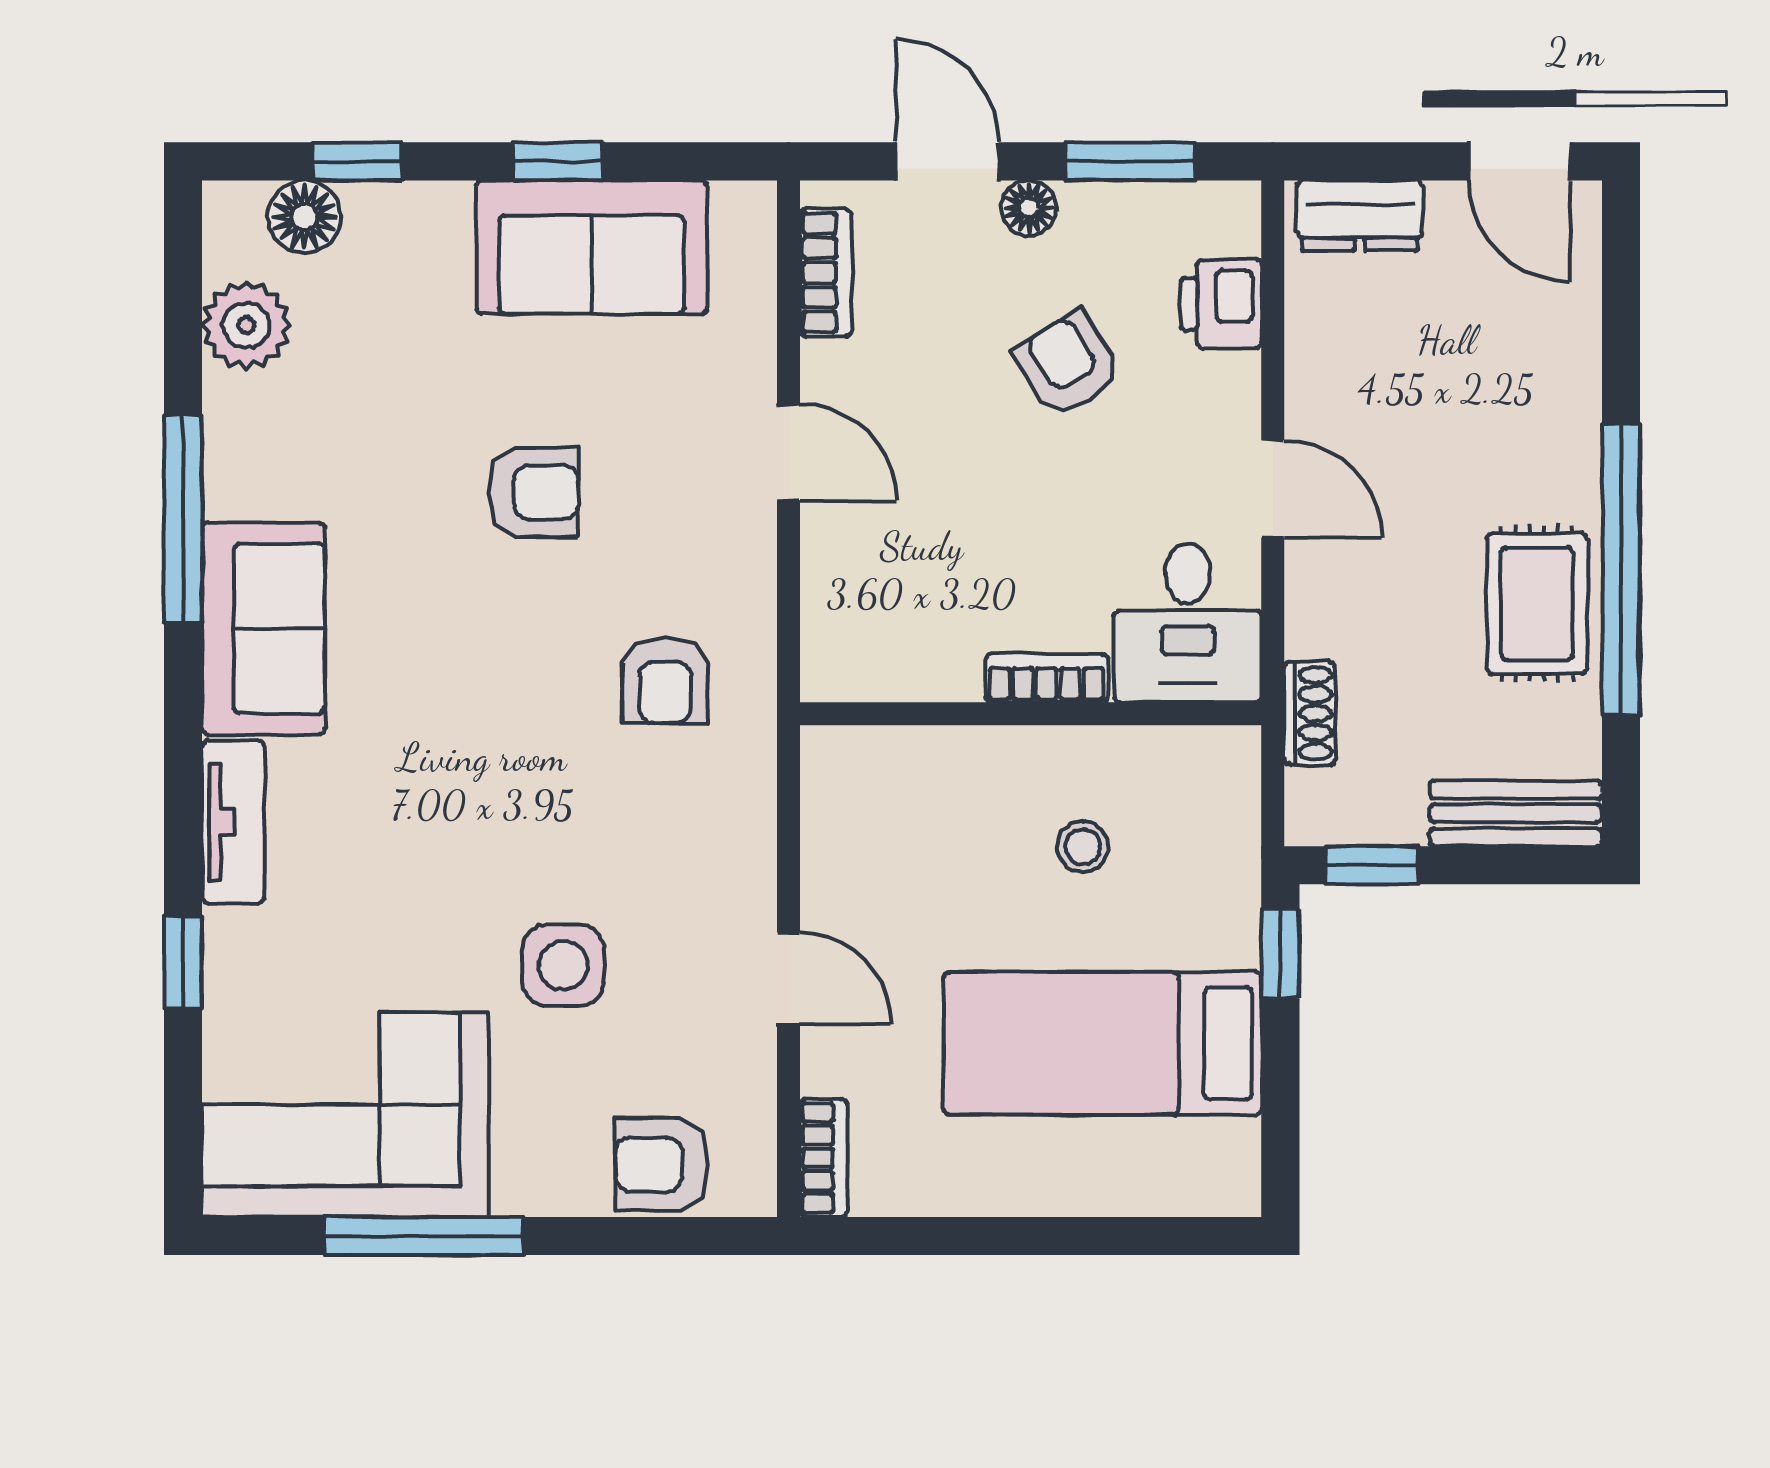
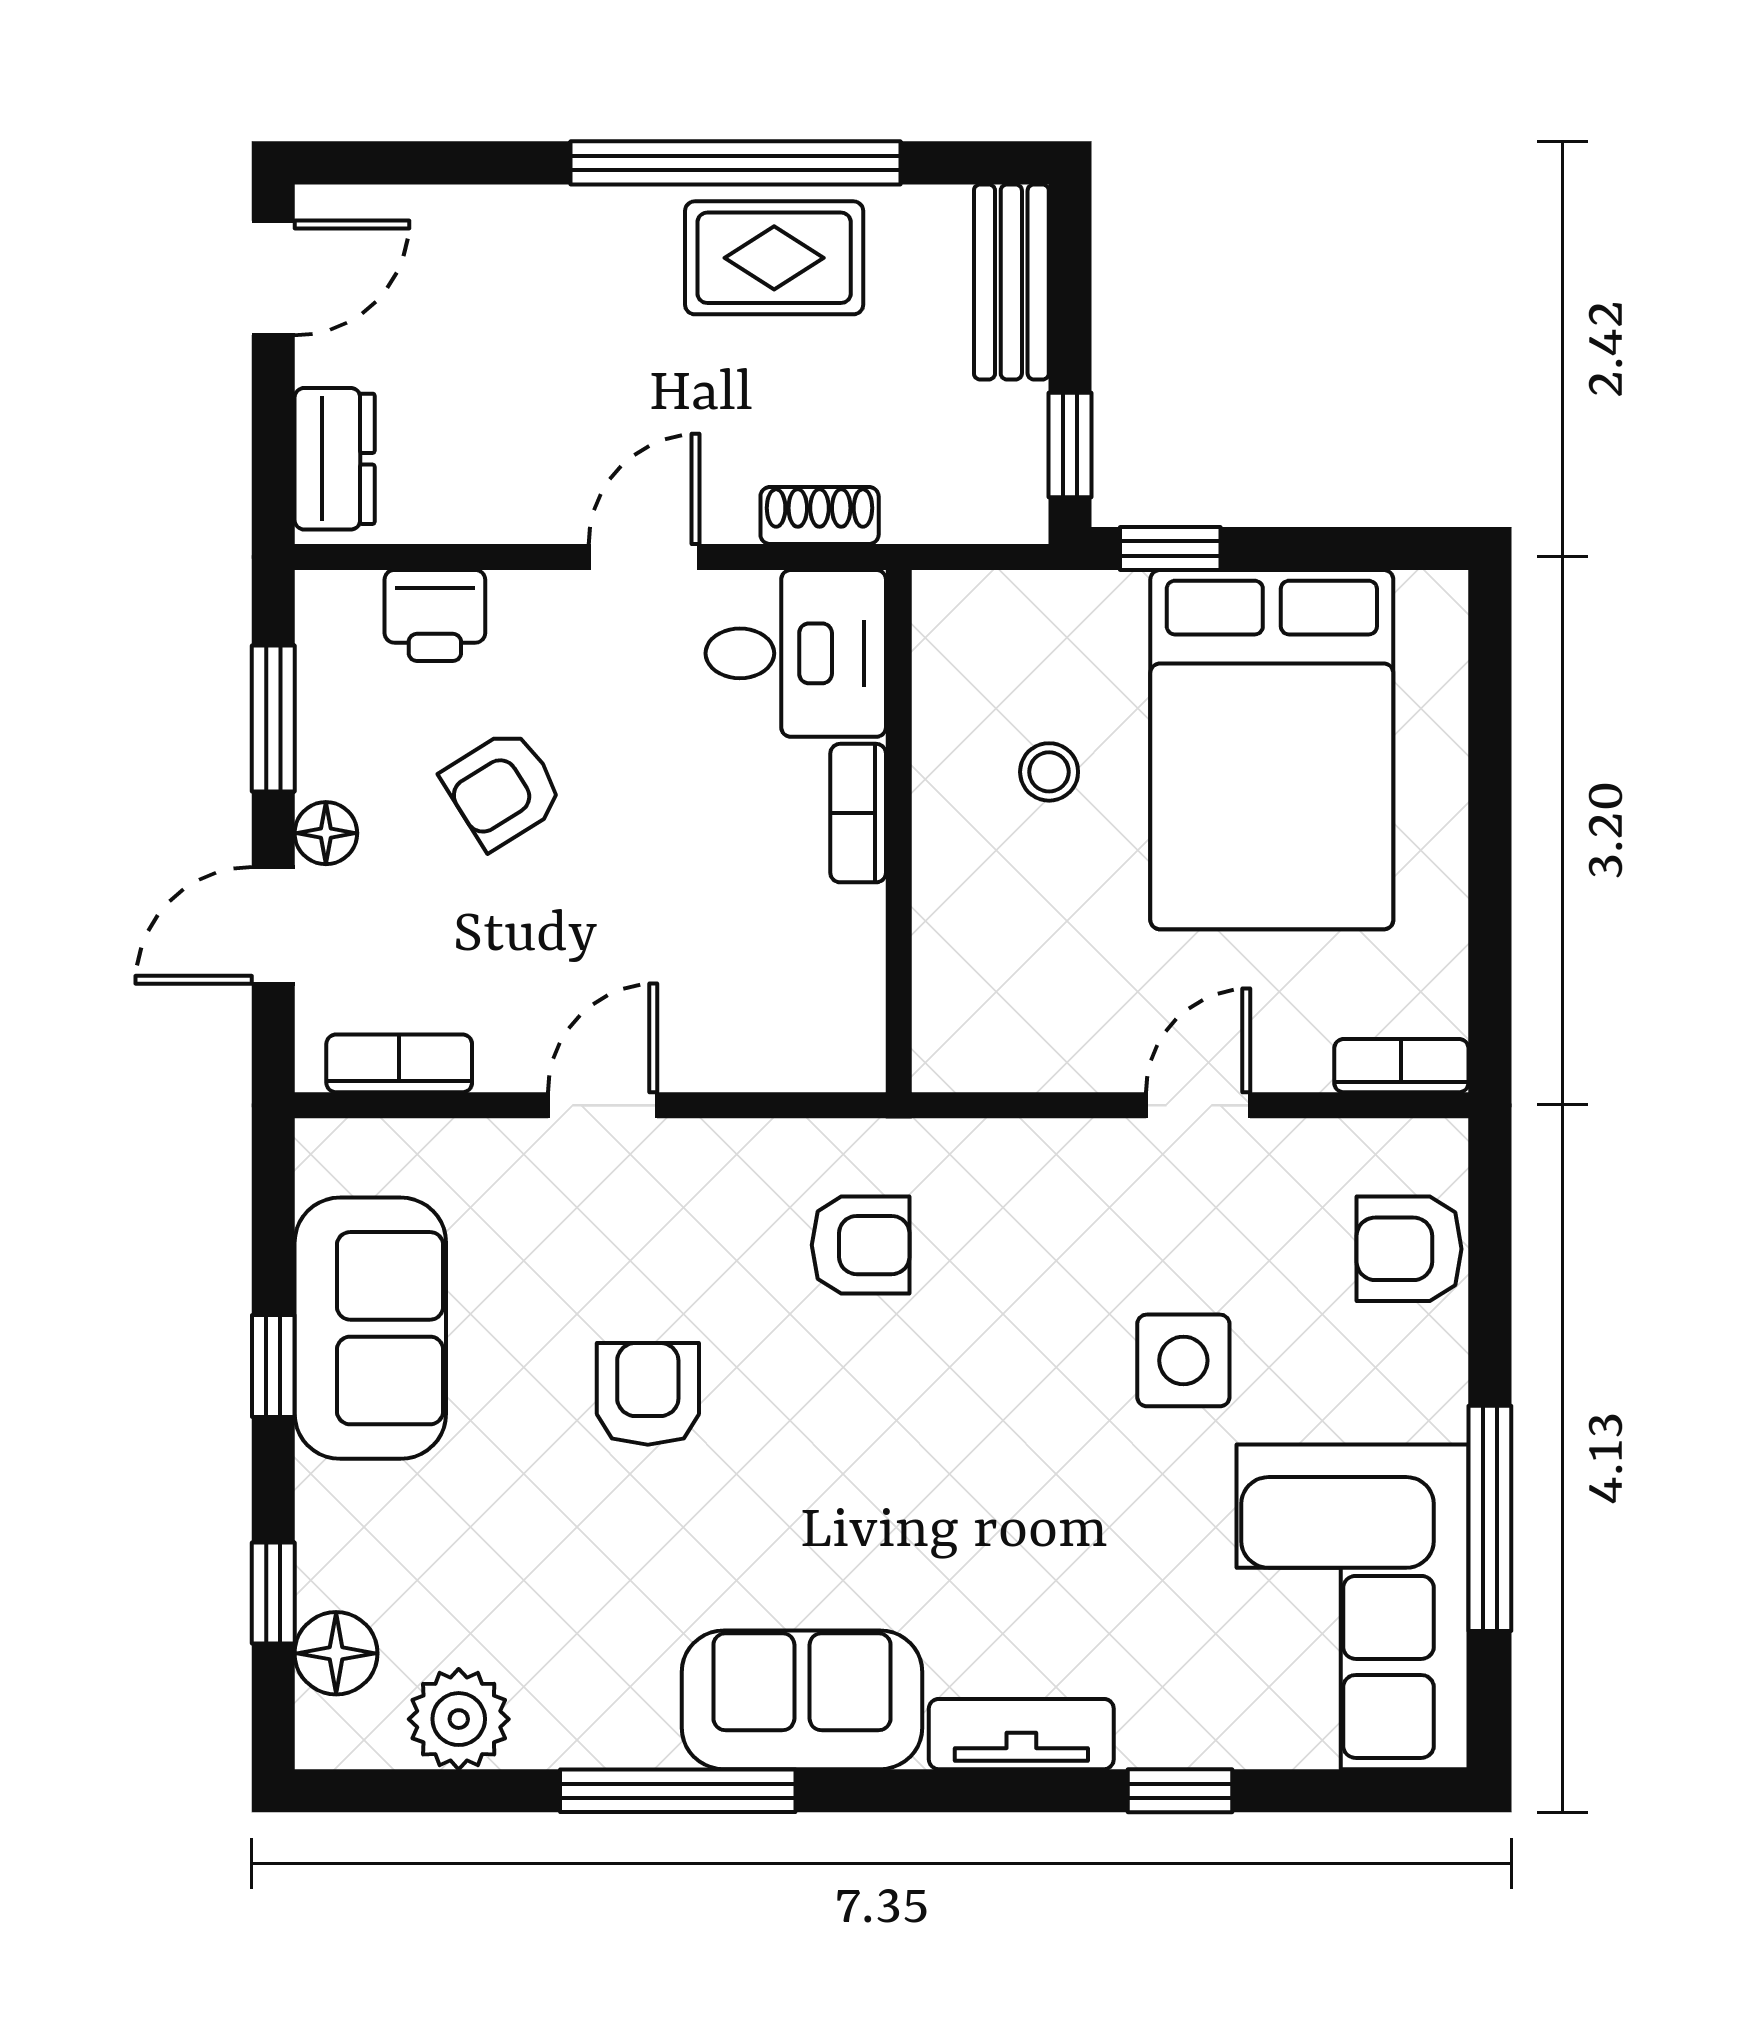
shoe rack: (1310, 713) -> (820, 515), moved
bed: (1103, 1043) -> (1272, 750), width x1.50
armchair: (662, 1165) -> (1409, 1249), turned 90

